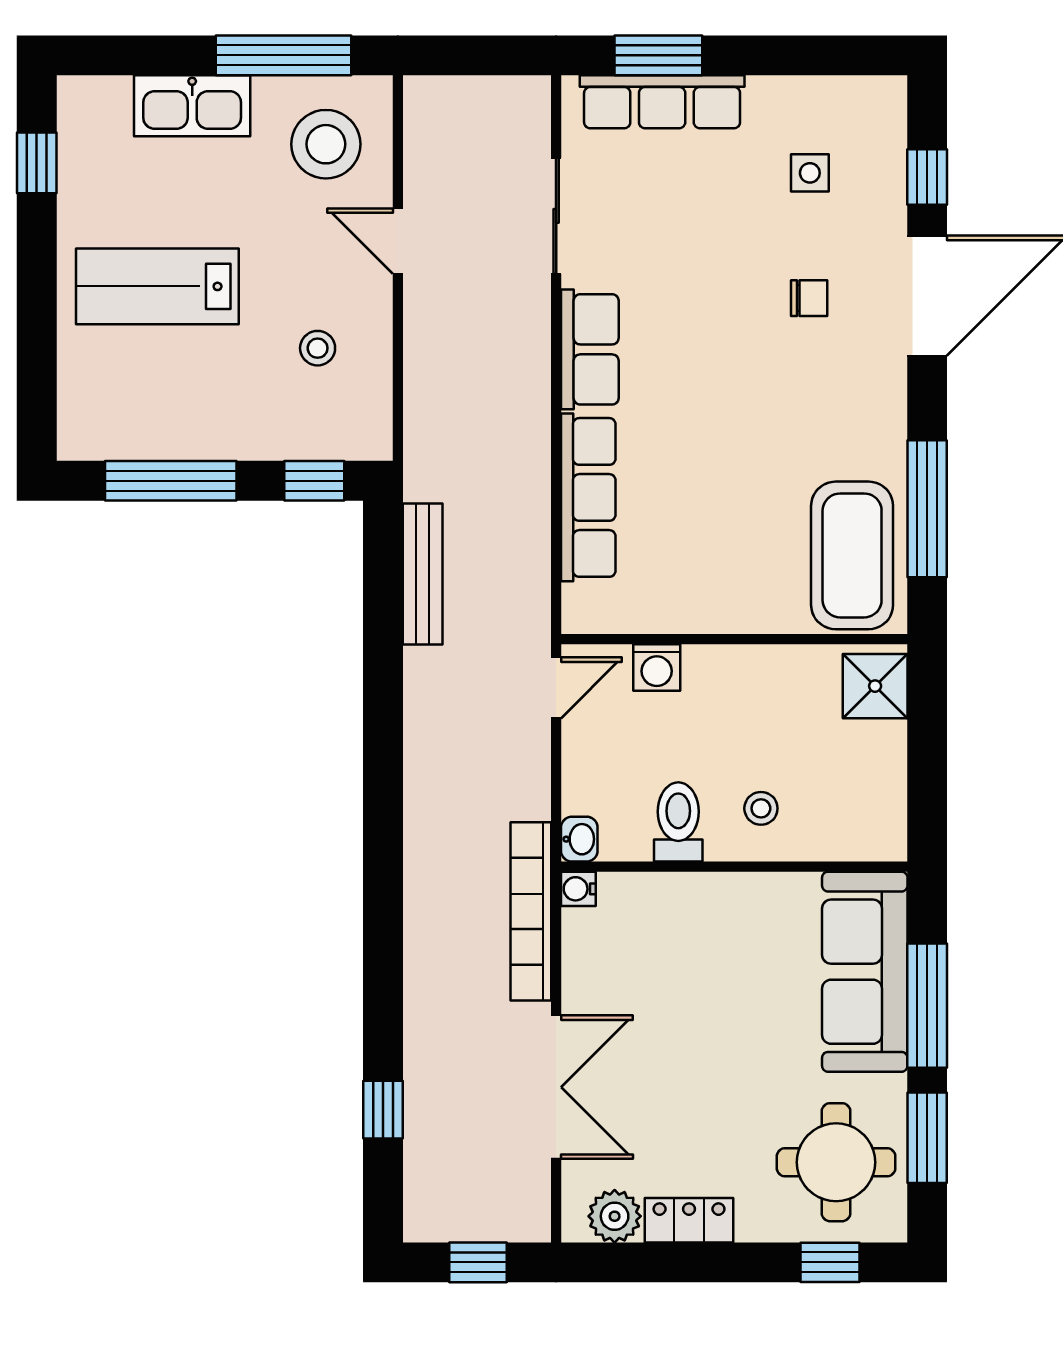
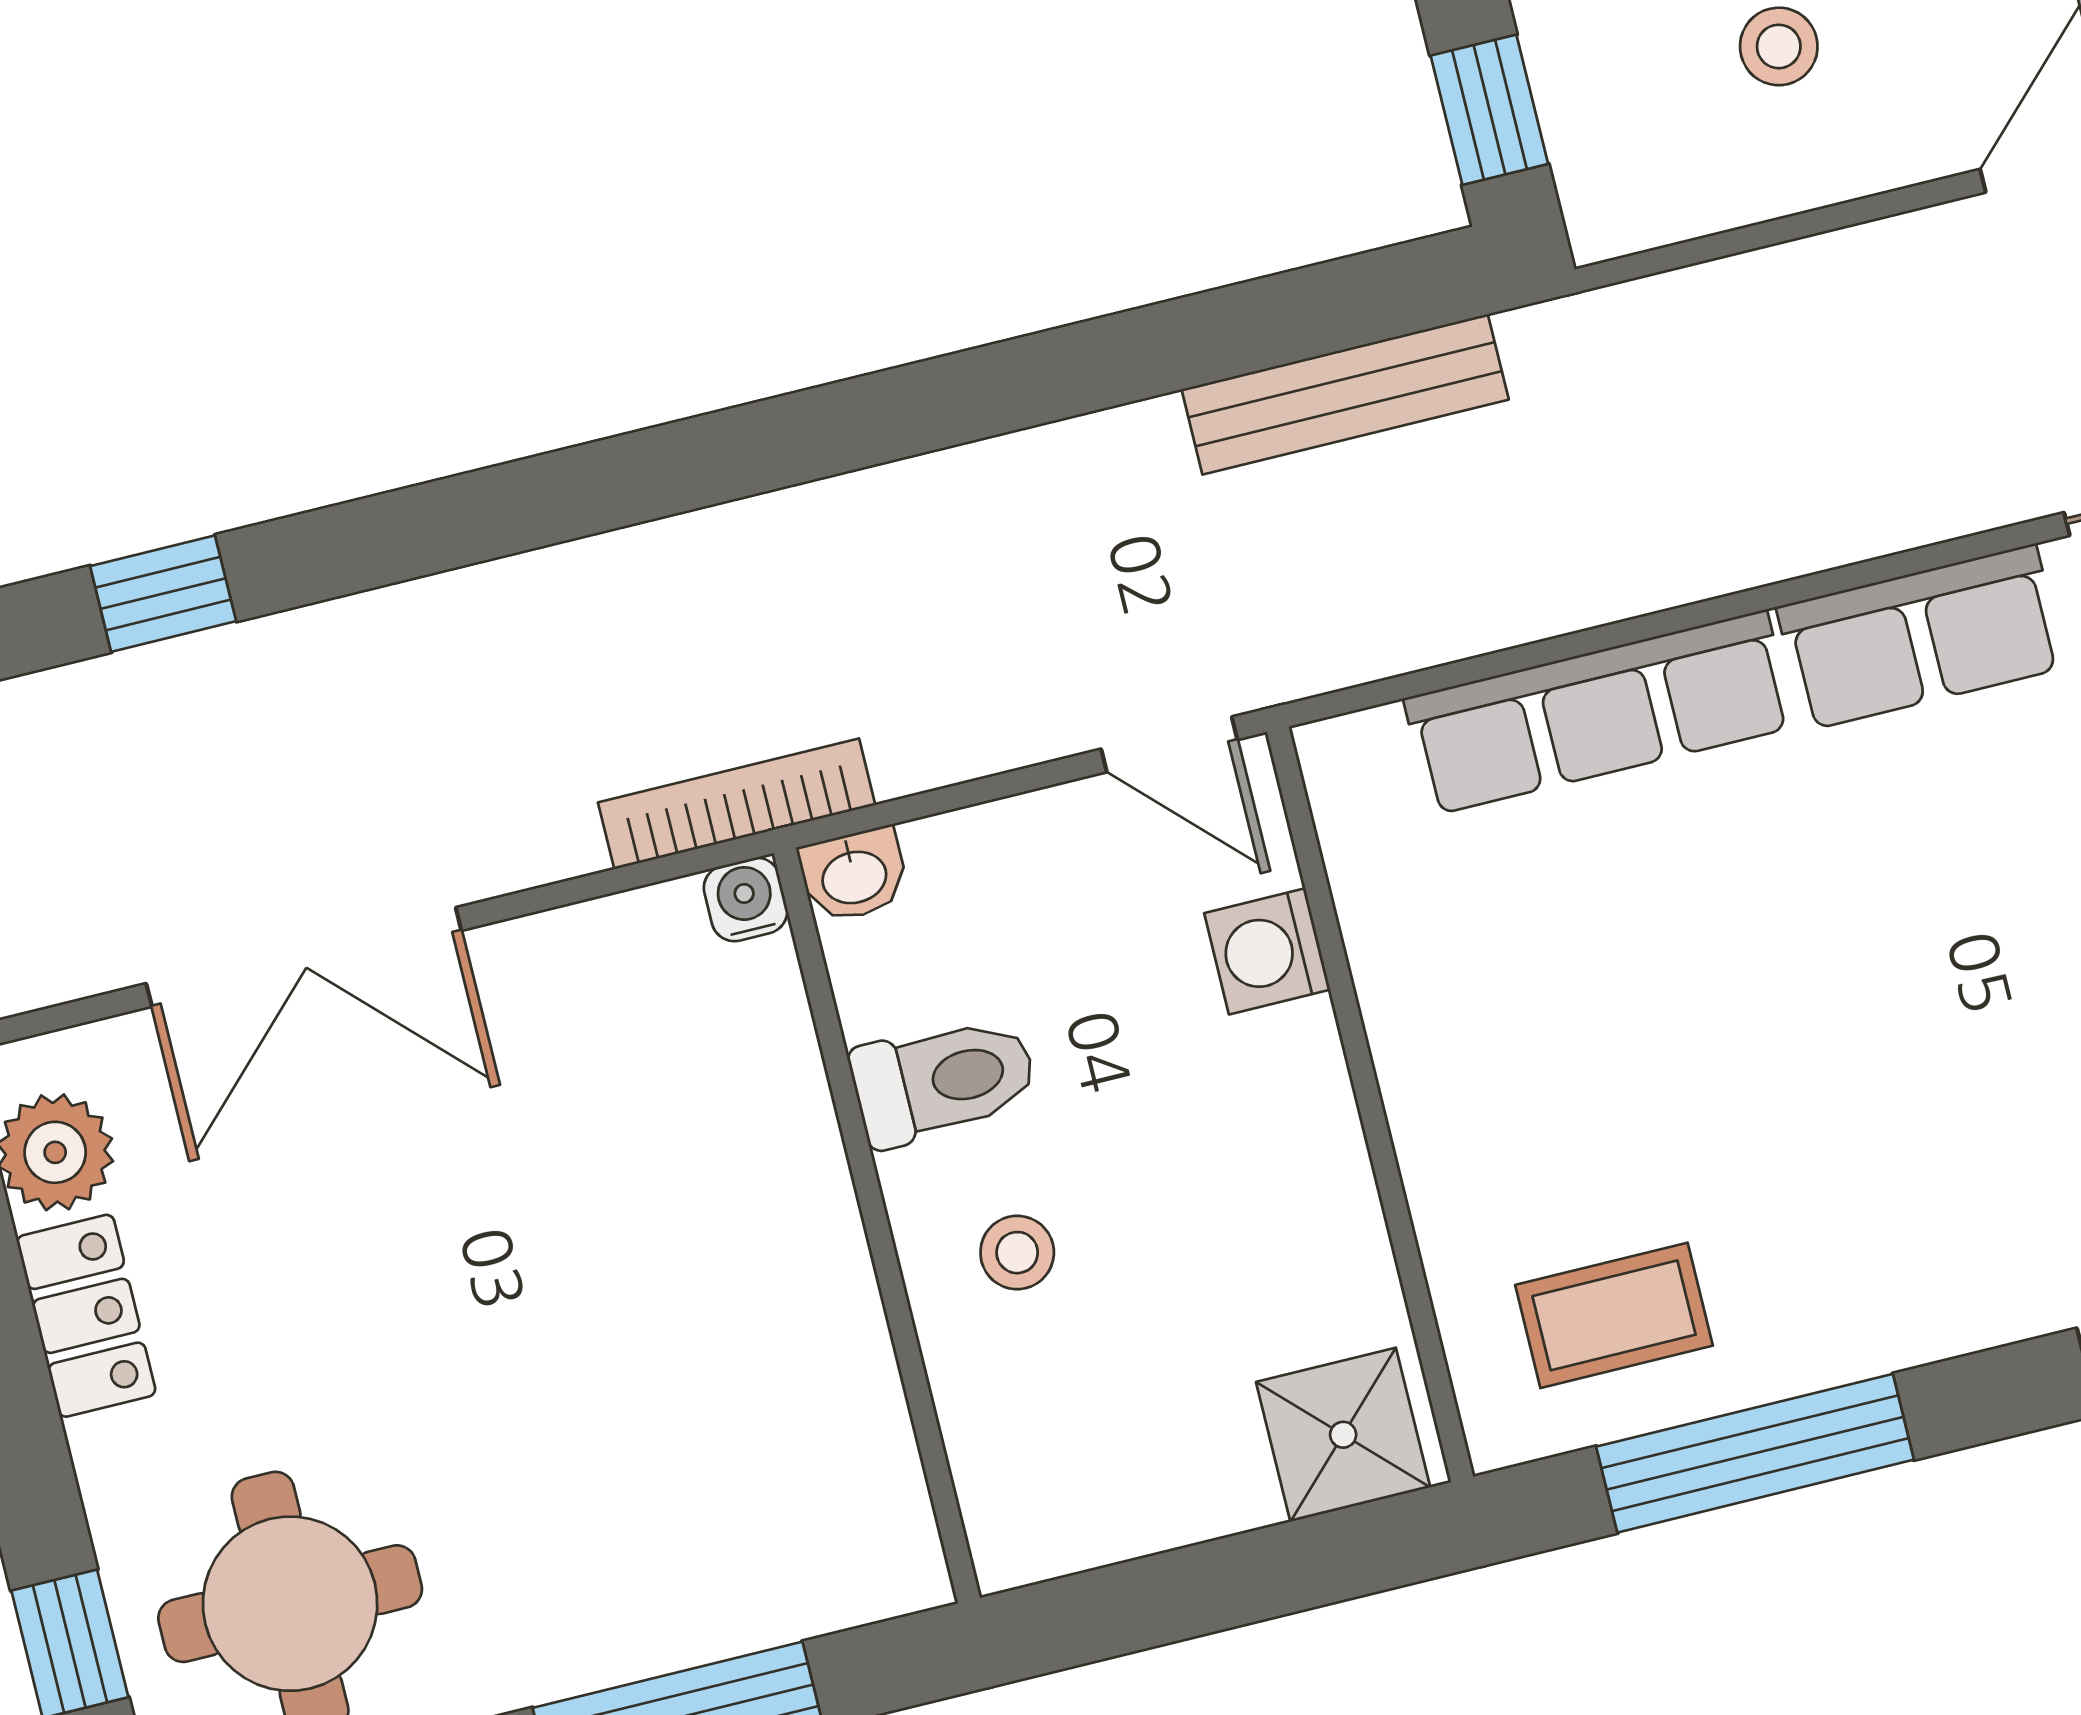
coffee table: (852, 555) -> (1614, 1315), width x0.54, depth x0.58
bookcase: (531, 911) -> (737, 804), width x0.68, depth x0.76
sofa: (865, 972) -> (718, 1565), removed

